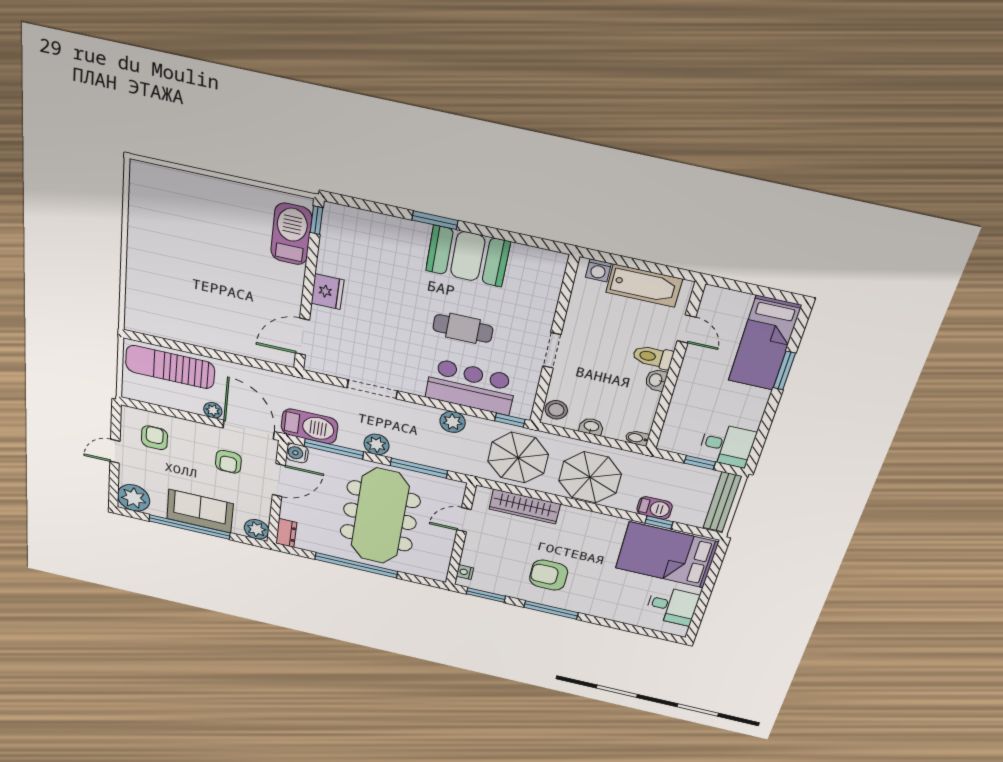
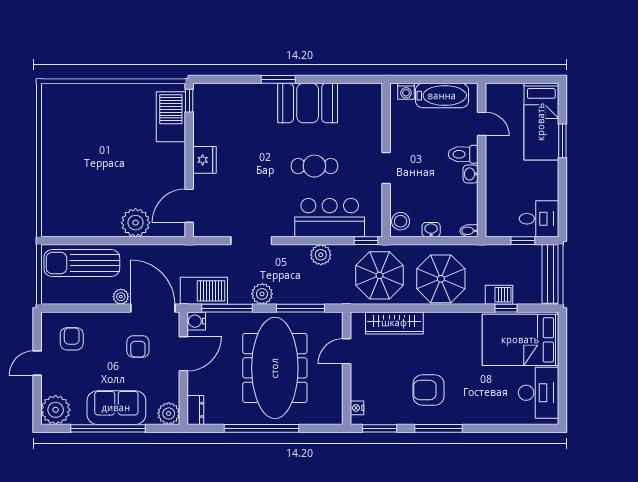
plant: (236, 340) -> (136, 223), added
desk: (672, 606) -> (539, 393), width x1.37

